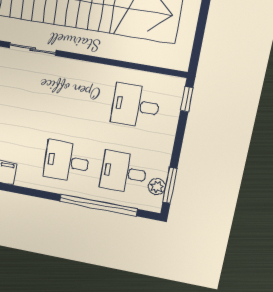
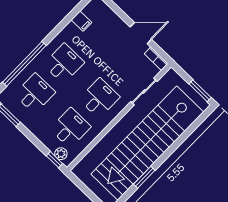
desk: (77, 96) -> (99, 98), added
plant: (157, 187) -> (61, 154), moved

